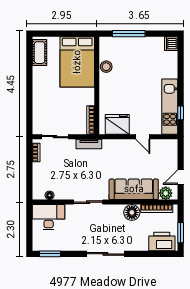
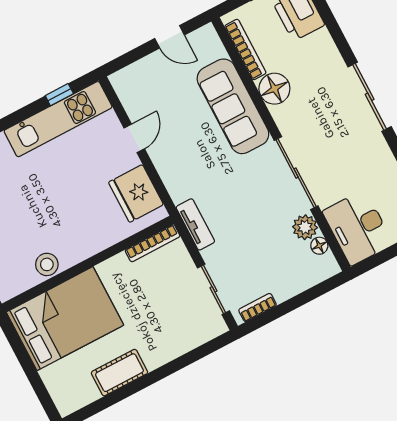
cot: (40, 53) -> (119, 373), moved
plant: (166, 193) -> (305, 227), moved
sliding door: (88, 202) -> (296, 173), width x1.37

